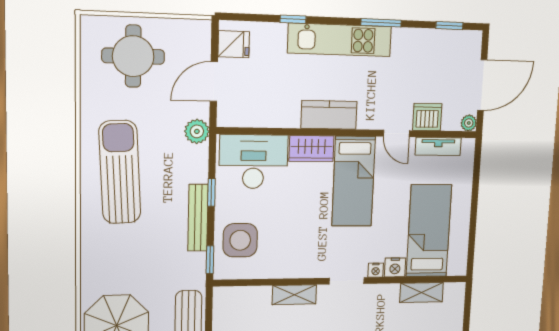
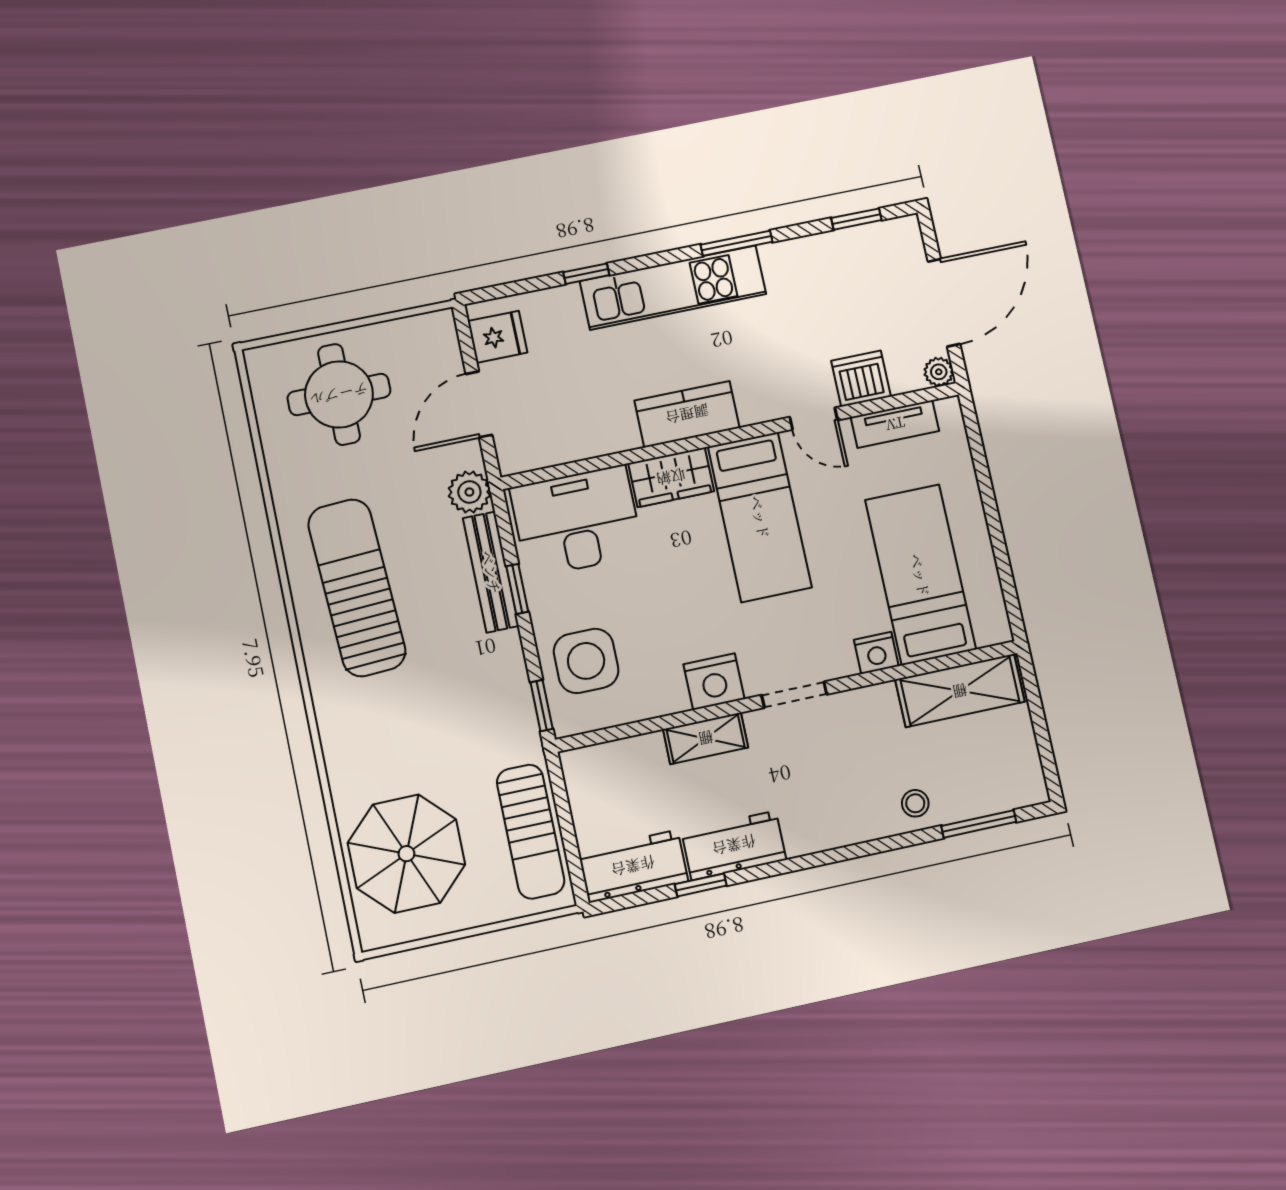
bench: (198, 218) -> (491, 572), moved
nightstand: (376, 270) -> (714, 682), moved, width x1.89, depth x1.79
shelving: (422, 292) -> (960, 691), width x1.50, depth x1.33

